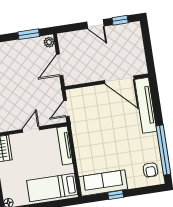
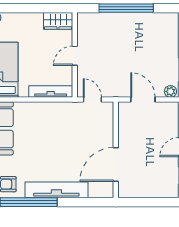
tv unit: (146, 105) -> (56, 190), moved
door: (31, 130) -> (75, 56), swing flipped

